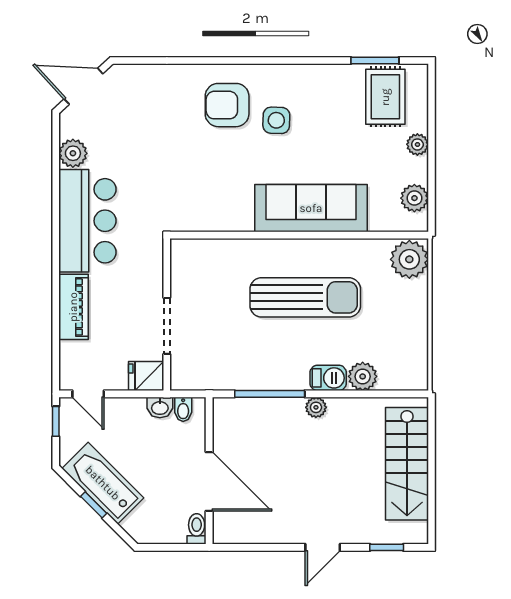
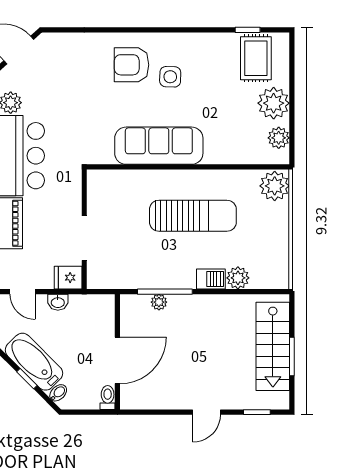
window: (375, 60) -> (248, 30), width x0.67
plant: (417, 144) -> (274, 103), width x1.88, depth x1.88
sofa: (311, 208) -> (159, 146), moved
washbasin: (160, 407) -> (58, 302), moved
plant: (316, 407) -> (159, 302), moved
bidet: (183, 409) -> (58, 393), moved, turned -135
window: (431, 477) -> (292, 357), added
door: (209, 482) -> (117, 360), hinge flipped

